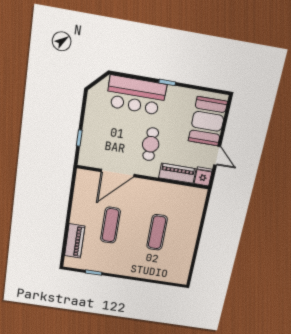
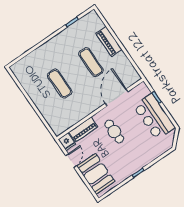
bar counter: (136, 95) -> (154, 117), moved, turned -90
door: (217, 156) -> (71, 161), swing flipped
piano: (75, 241) -> (109, 41), moved

